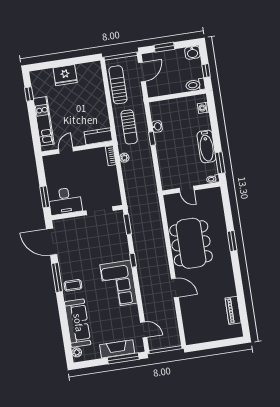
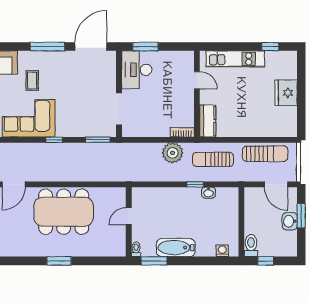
washbasin: (192, 53) -> (290, 221), moved
plant: (124, 158) -> (173, 153), width x1.88, depth x1.88
coffee table: (73, 285) -> (32, 81), moved

